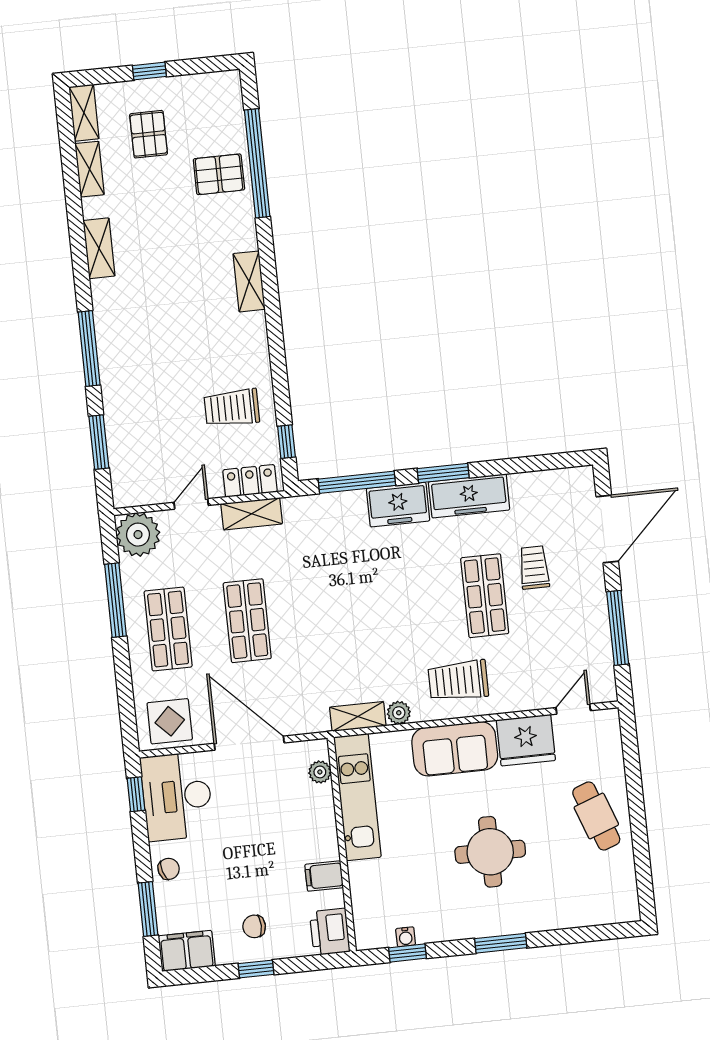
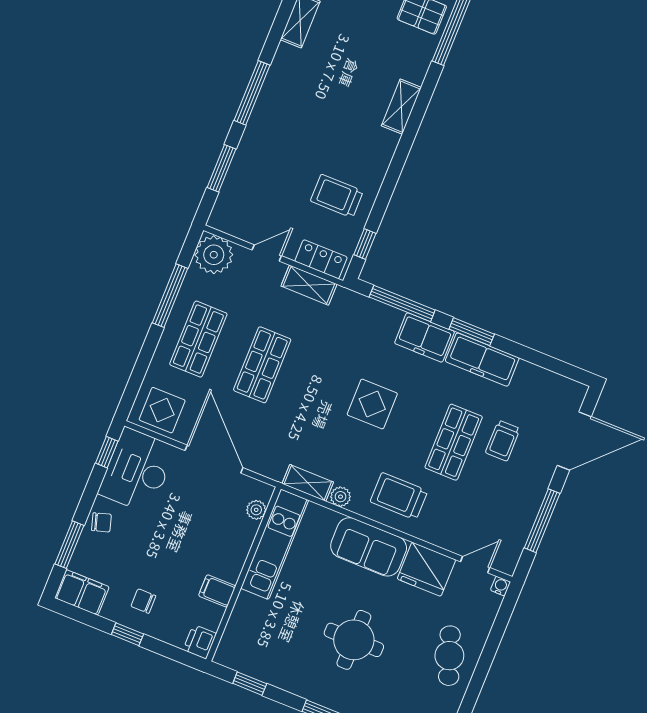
trolley: (534, 567) -> (503, 441), turned 180
display table: (381, 601) -> (372, 404), added
printer: (330, 932) -> (200, 642), width x0.73, depth x0.81
water cooler: (406, 937) -> (500, 586), moved, turned 180

